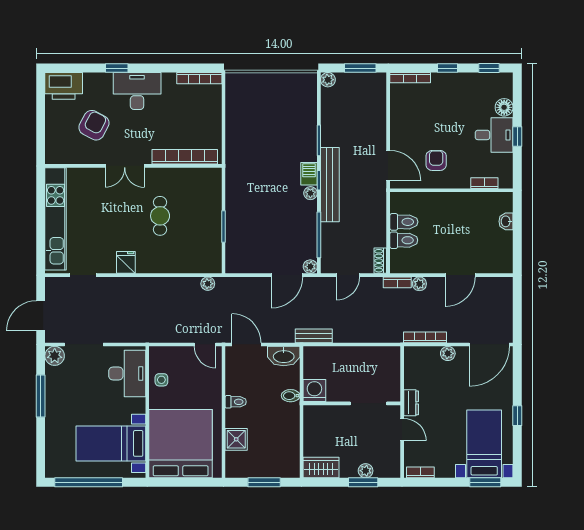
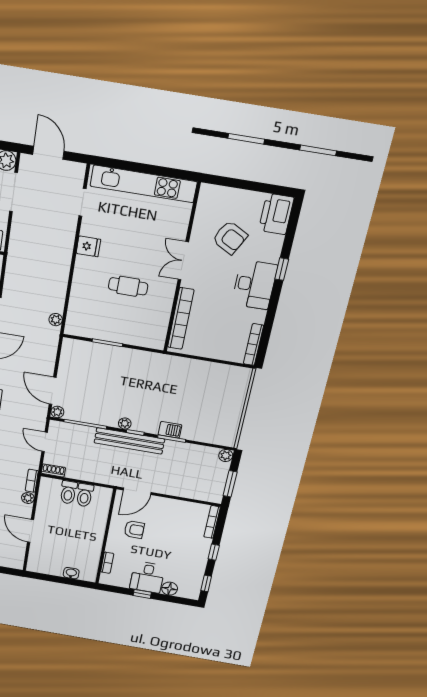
barbecue: (309, 174) -> (170, 430), moved

